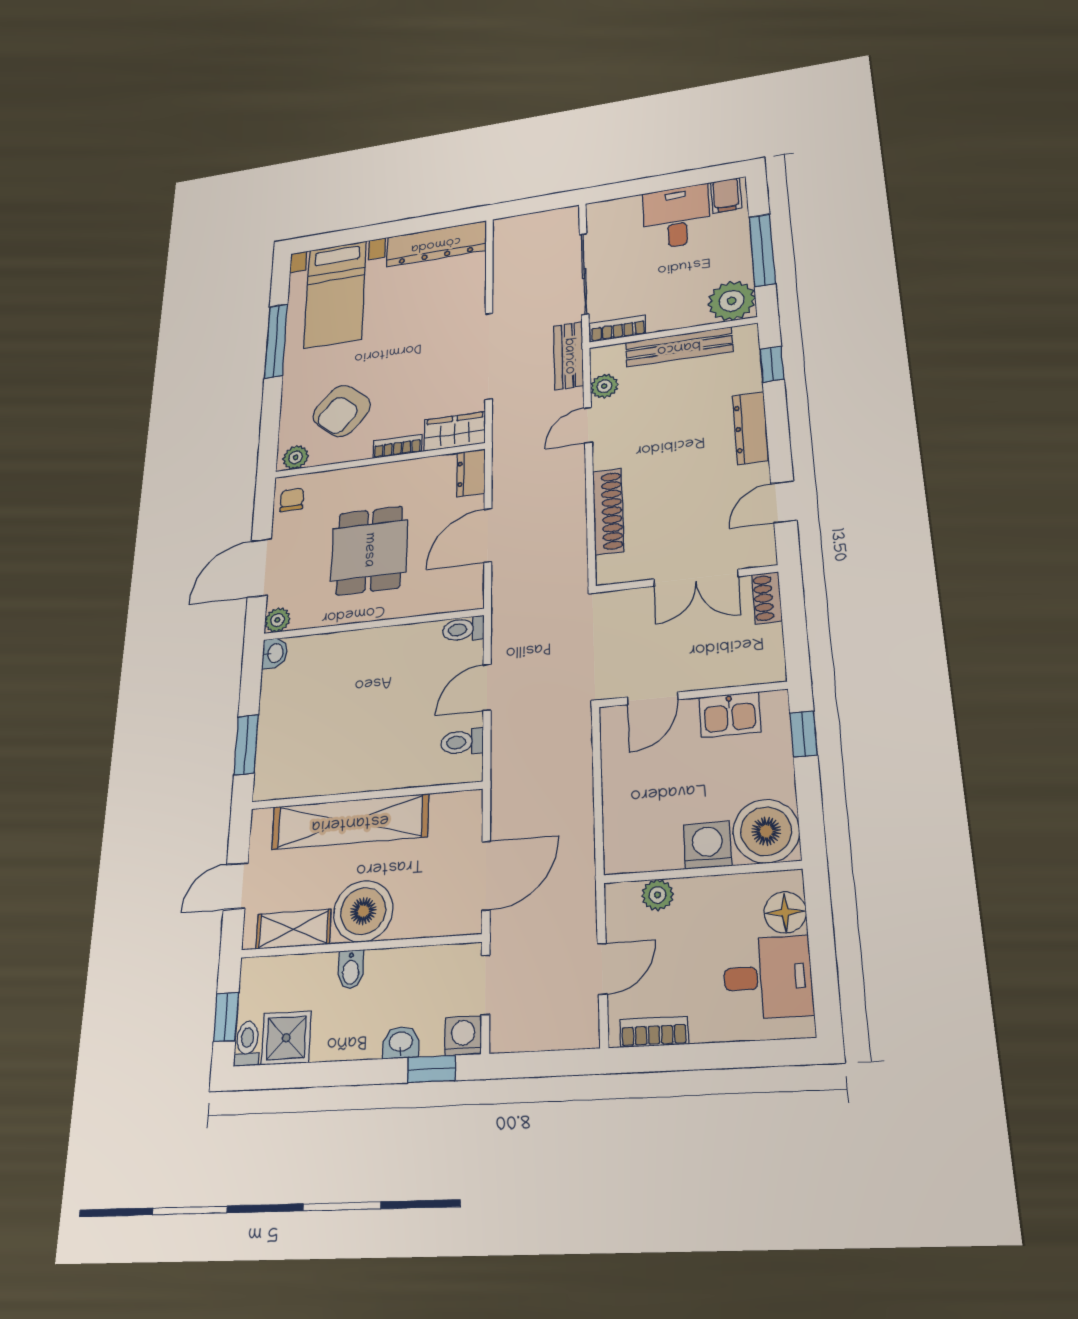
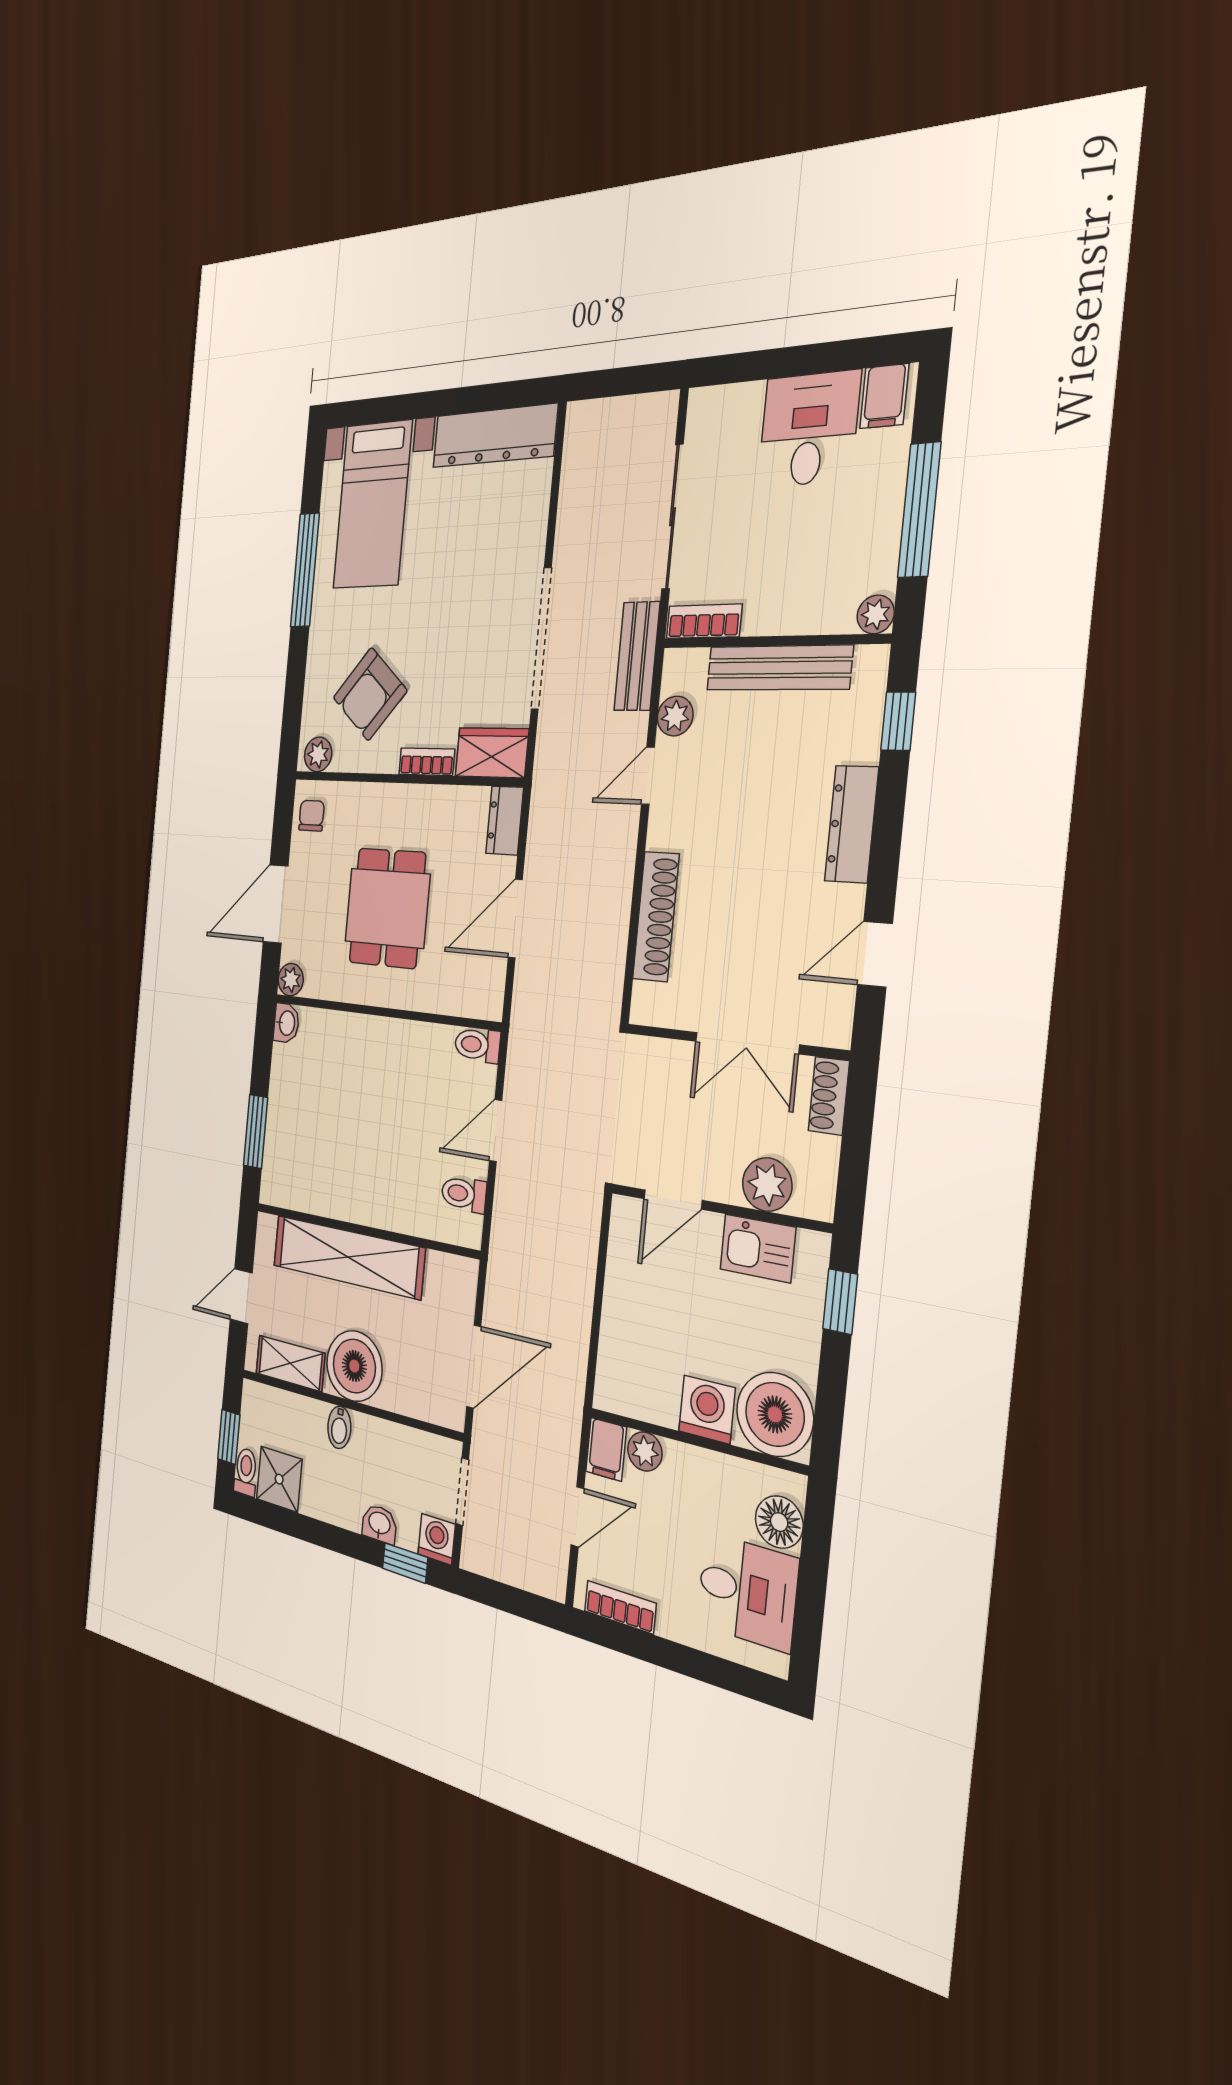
plant: (732, 301) -> (876, 614), width x0.53, depth x0.53
plant: (729, 668) -> (767, 1185), added
filing cabinet: (622, 904) -> (606, 1449), added

